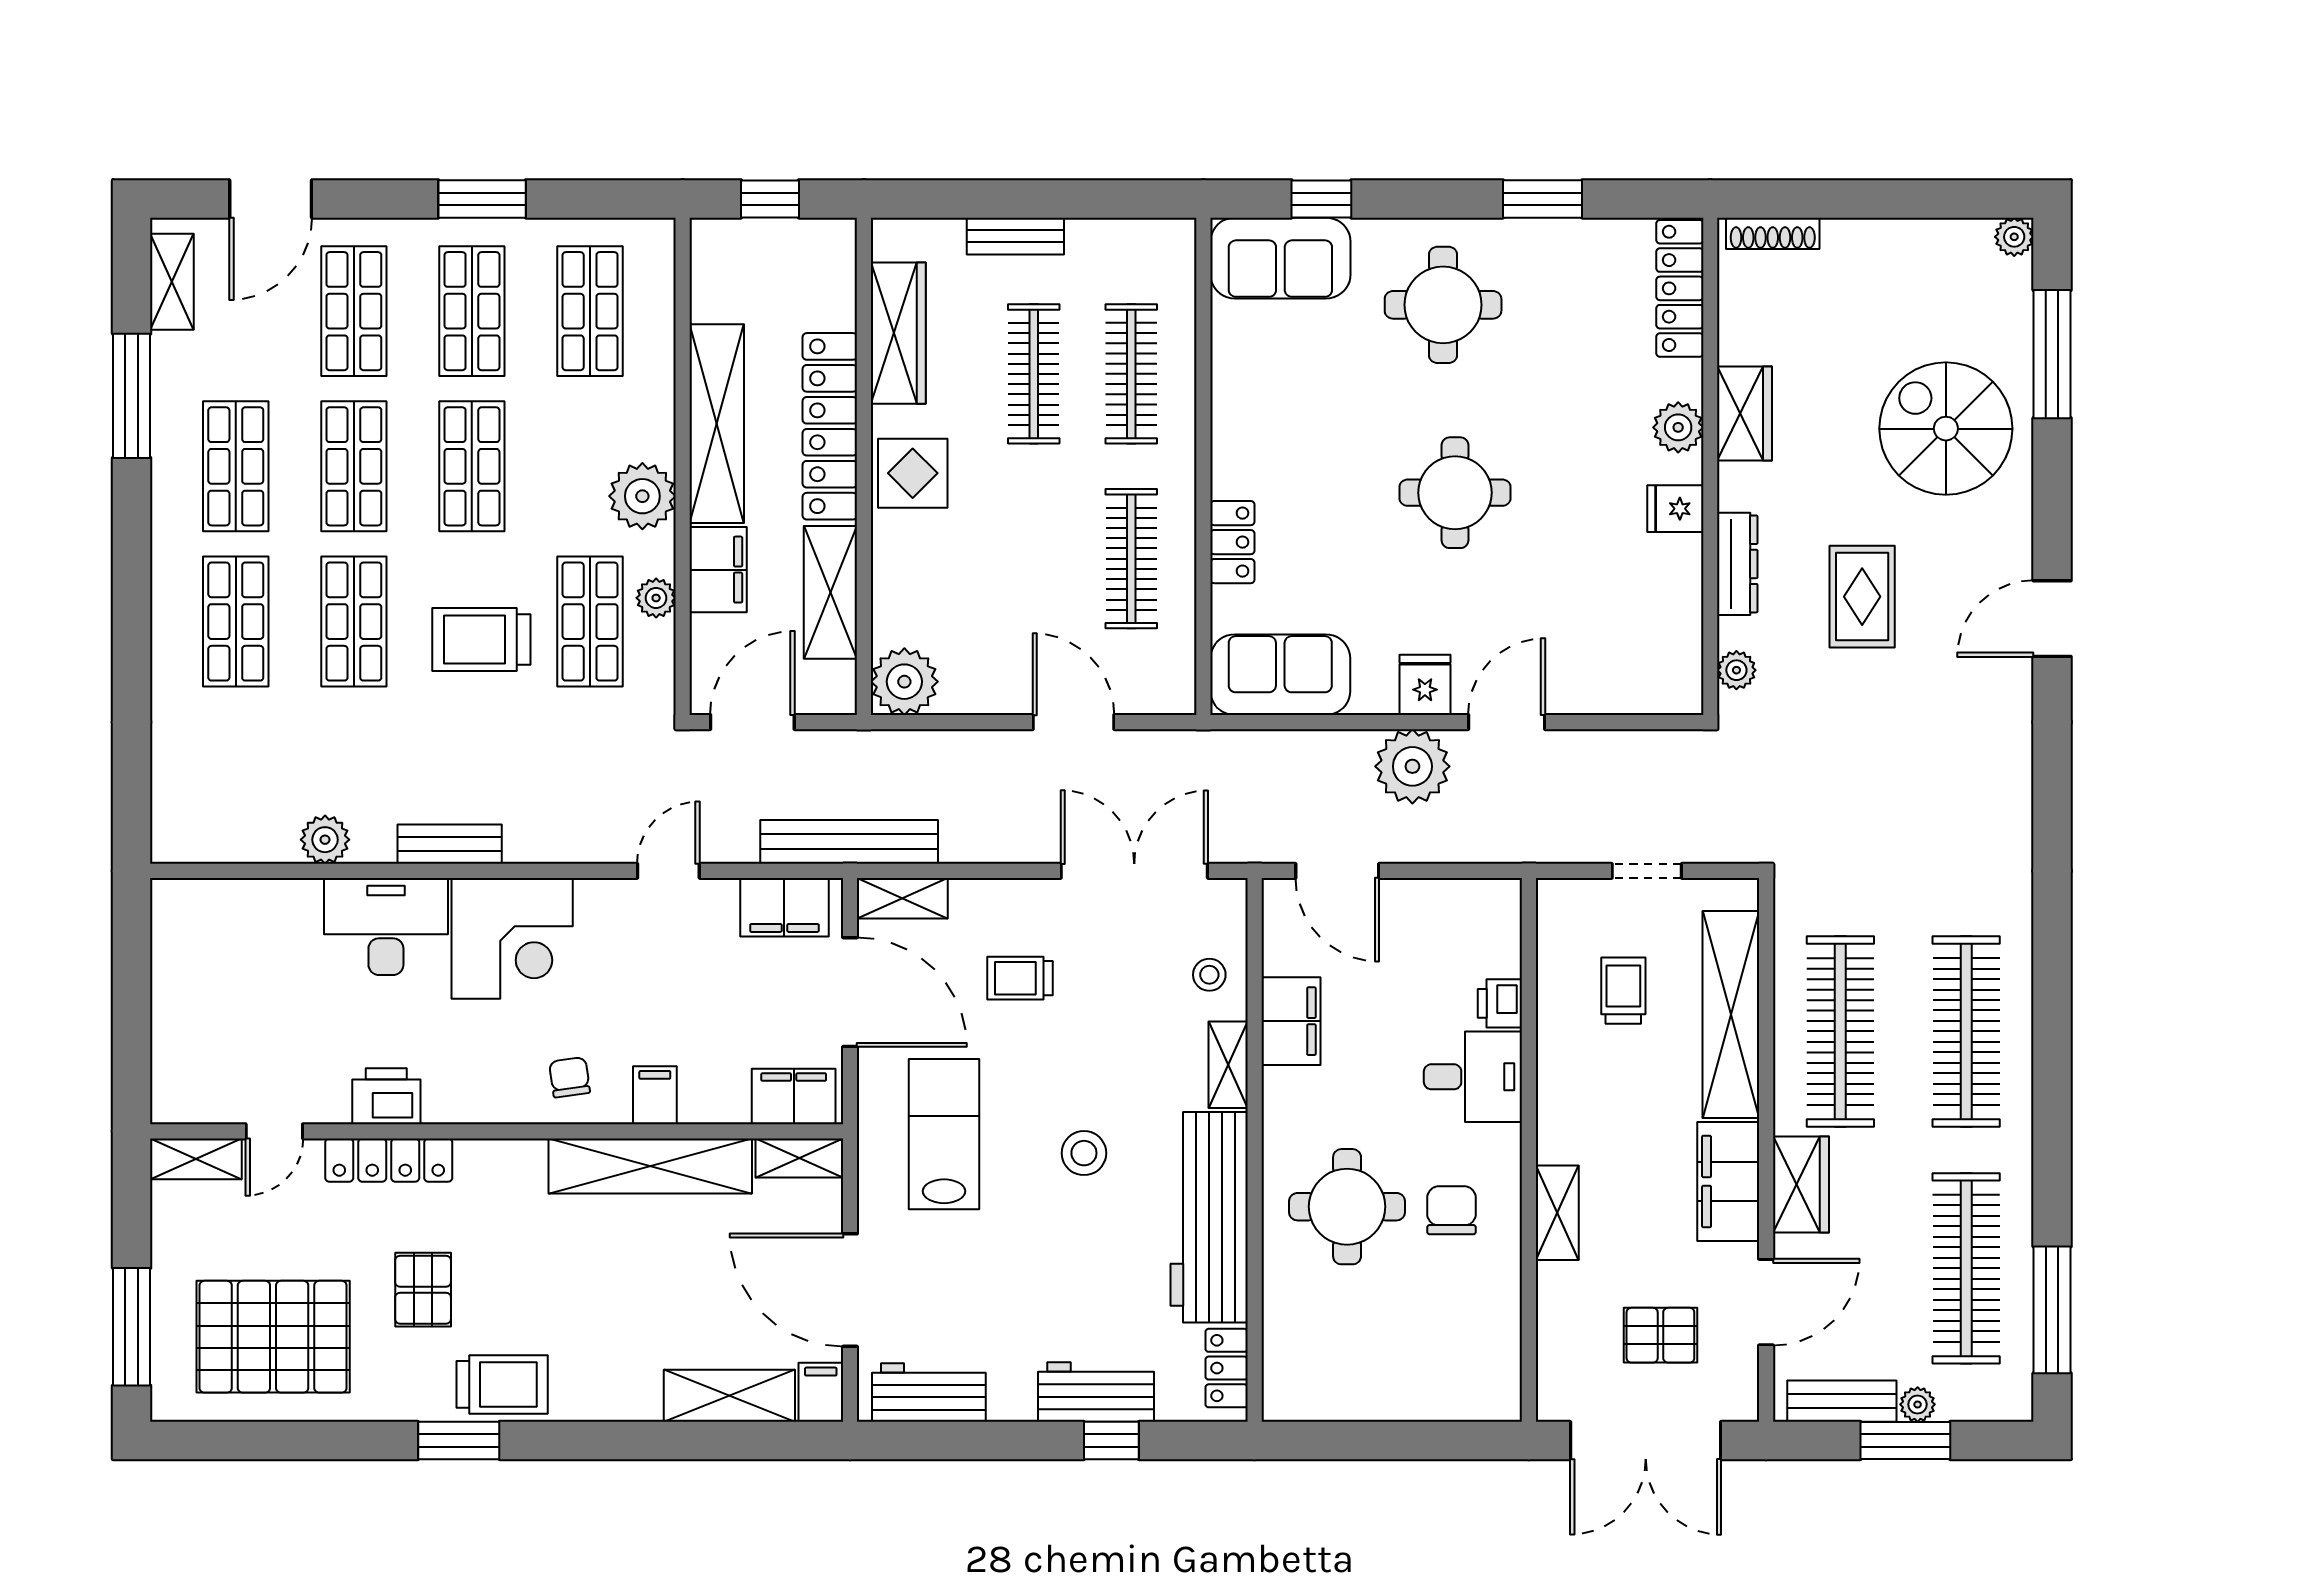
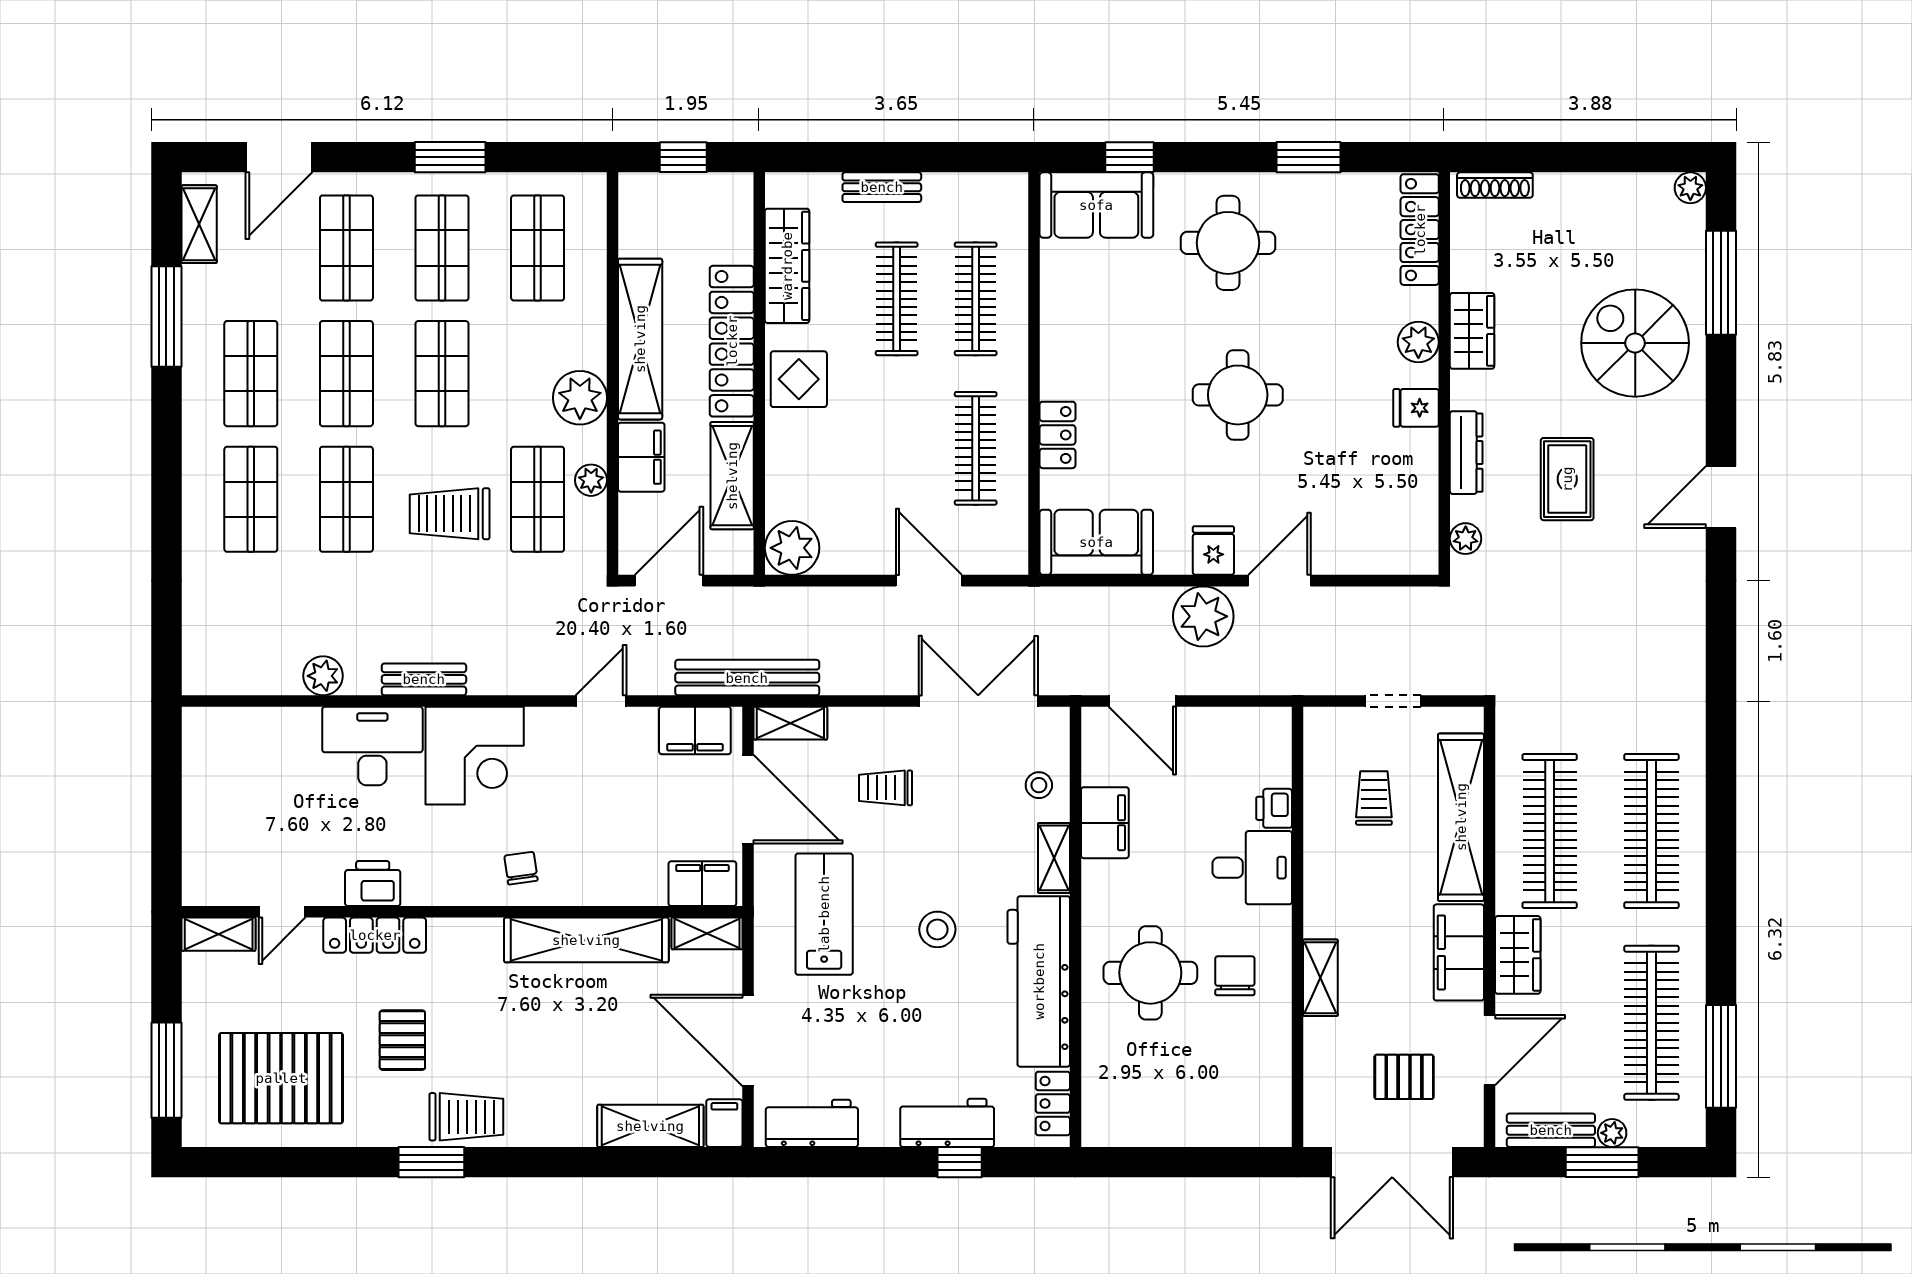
filing cabinet: (655, 1095) -> (590, 883), removed

